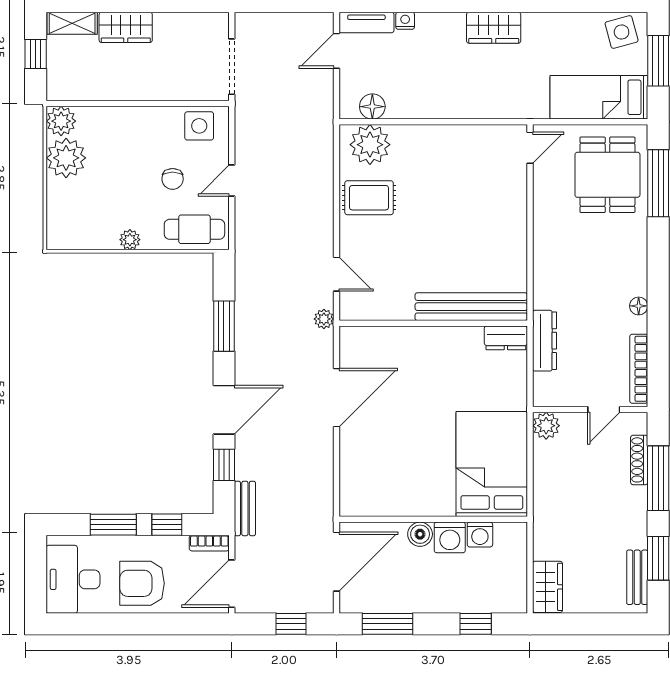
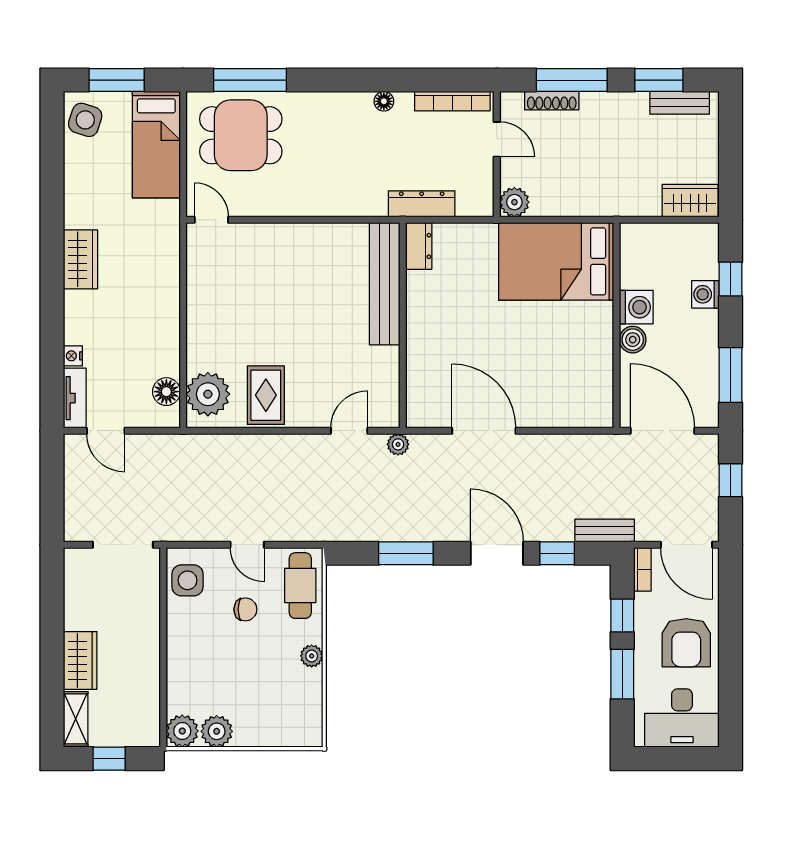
side table: (622, 32) -> (85, 120), turned 33
plant: (66, 158) -> (217, 731), width x0.73, depth x0.73
washing machine: (480, 535) -> (705, 294), moved, turned 180

